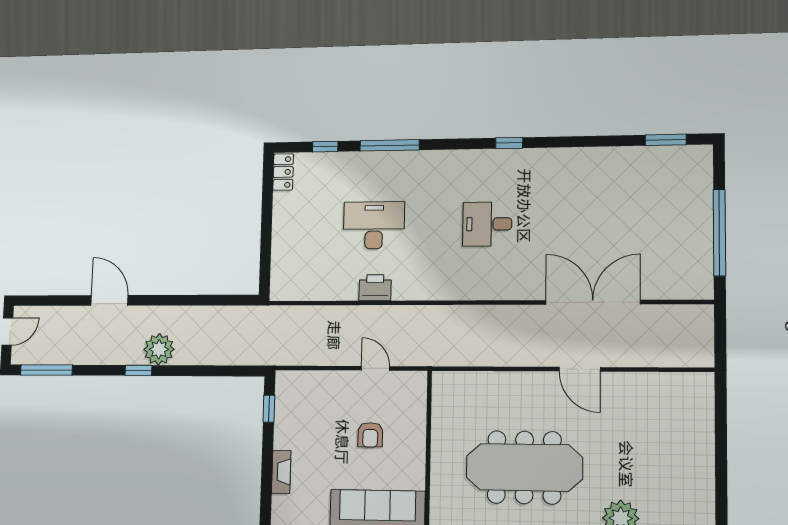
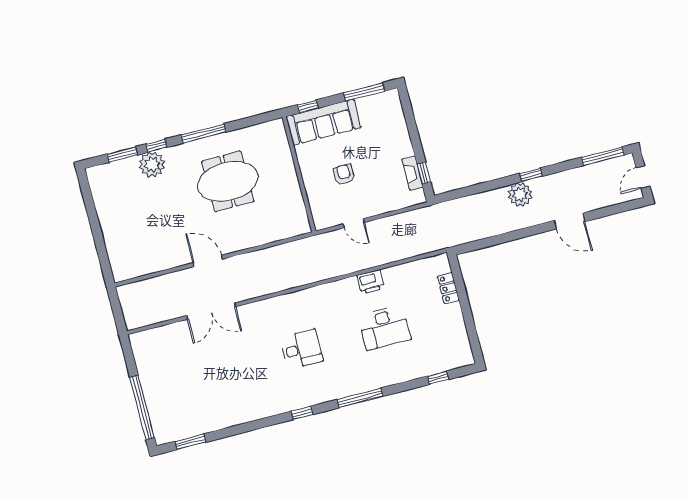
window: (390, 145) -> (360, 398), moved
locker: (283, 172) -> (448, 288), moved
window: (719, 233) -> (142, 408), moved
double door: (593, 302) -> (211, 311), width x0.73
meeting table: (524, 467) -> (228, 181), width x0.73
fireplace: (281, 472) -> (412, 173), moved

